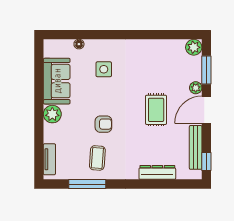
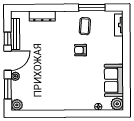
side table: (104, 69) -> (81, 89), removed
rug: (156, 110) -> (43, 60), removed
plant: (52, 114) -> (117, 104), moved
window: (206, 161) -> (8, 39), moved

